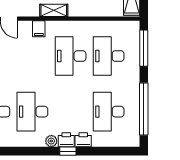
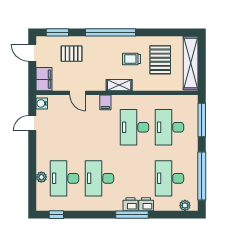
plant: (51, 141) -> (185, 205), moved
window: (68, 151) -> (132, 215), width x2.17

